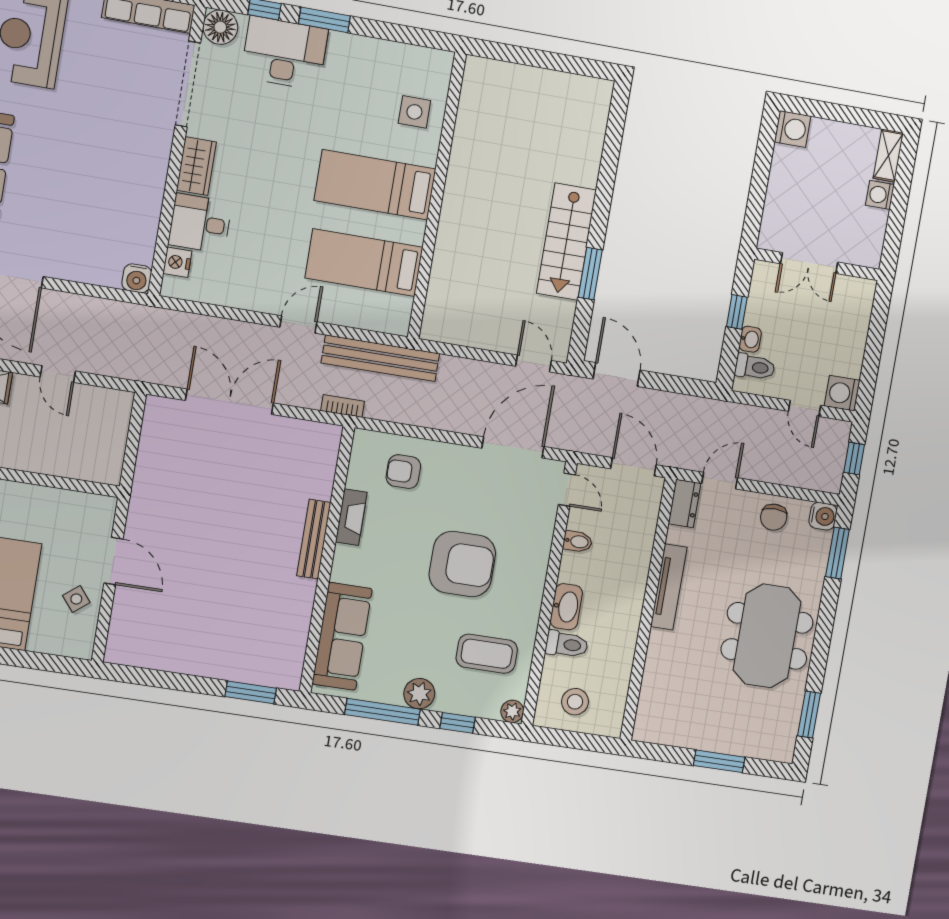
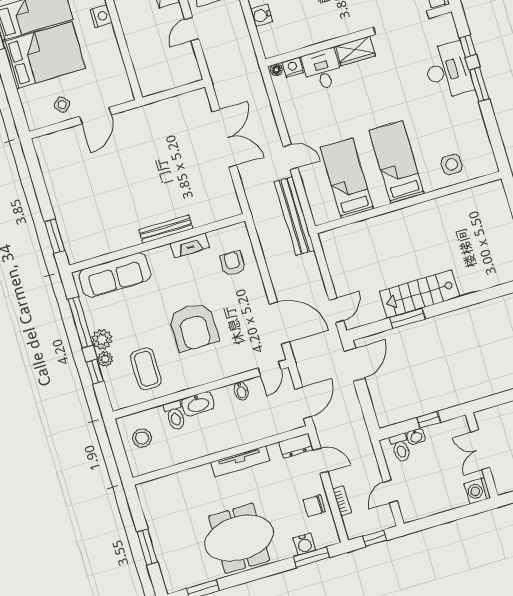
floor lamp: (220, 27) -> (276, 70), moved, width x0.53, depth x0.53
water cooler: (137, 278) -> (262, 15), moved
washing machine: (842, 393) -> (477, 491), moved, turned -90
bookcase: (343, 406) -> (342, 501), moved
water cooler: (823, 516) -> (304, 544), moved
plant: (512, 711) -> (105, 359), moved

